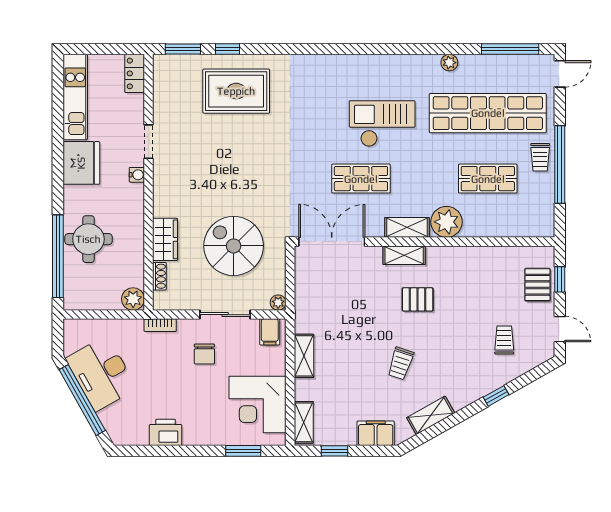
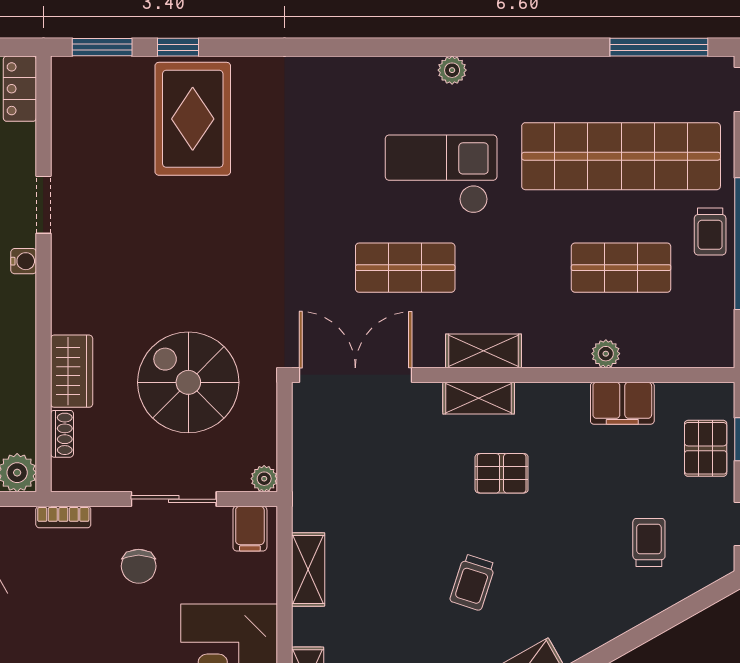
plant: (449, 63) -> (452, 70), moved
rug: (236, 91) -> (193, 119), turned 90
plant: (446, 222) -> (606, 354), moved, width x0.53, depth x0.53
filing cabinet: (489, 258) -> (622, 403), added
window: (496, 396) -> (635, 638), removed

